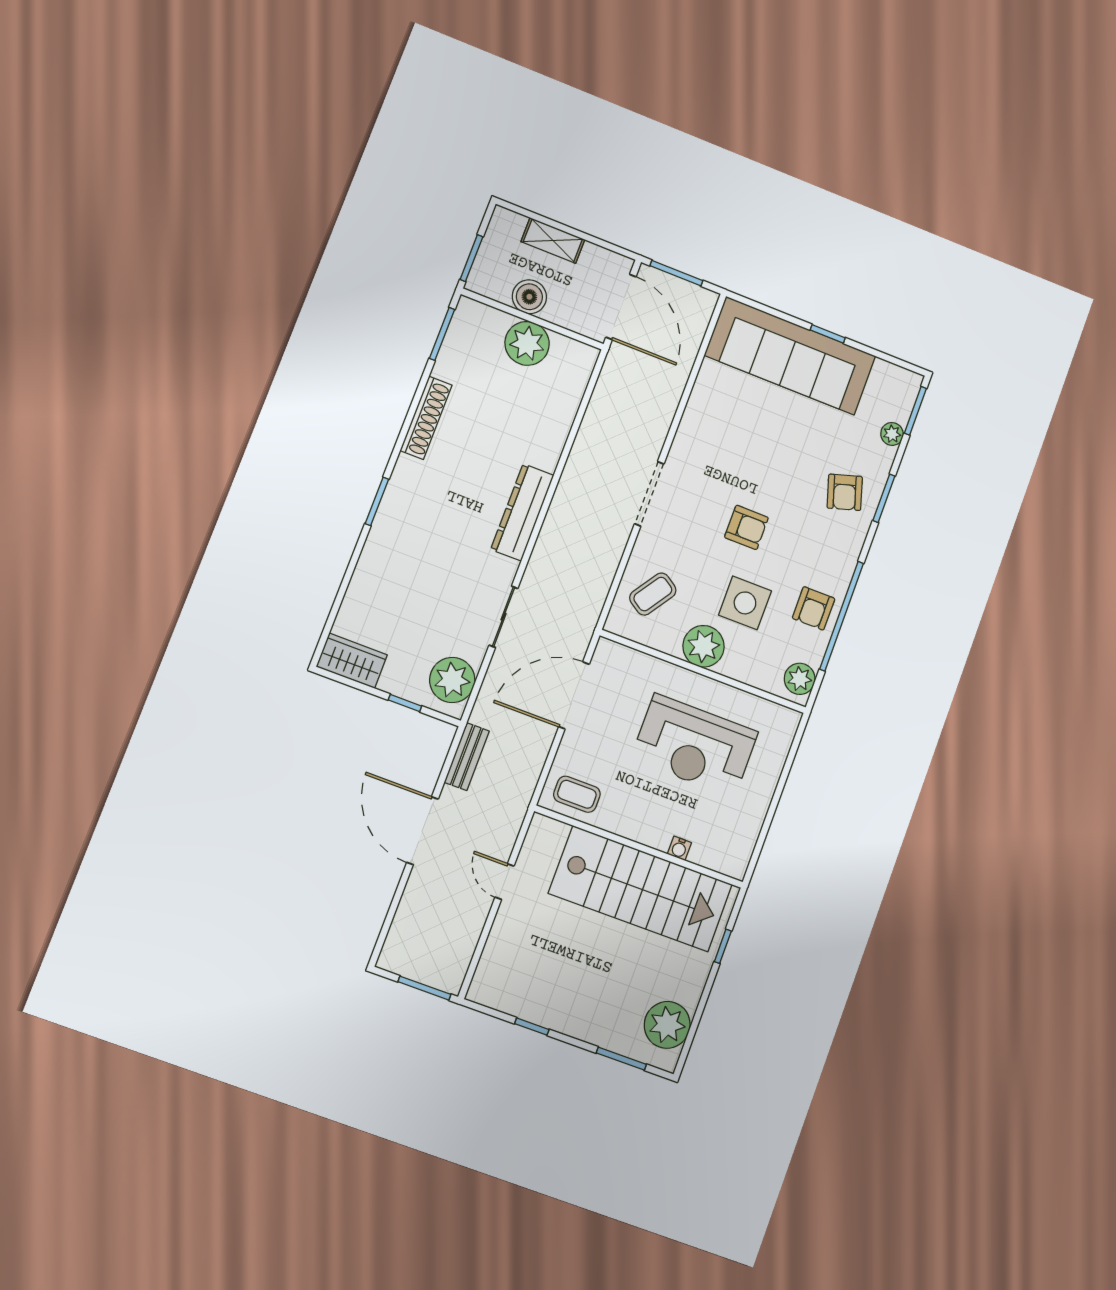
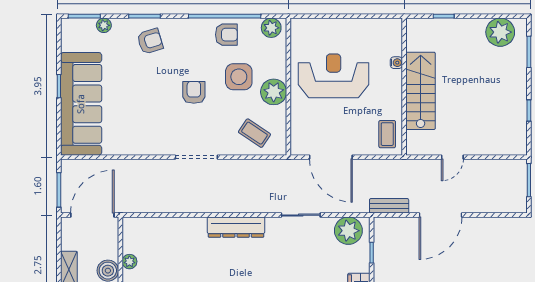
plant: (527, 343) -> (129, 262), width x0.53, depth x0.53
reception desk: (694, 745) -> (334, 76), turned -90
stairs: (641, 889) -> (421, 91), width x0.73, depth x0.66

